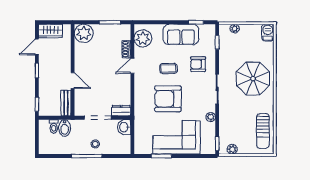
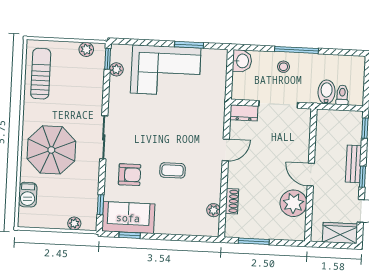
plant: (84, 33) -> (293, 203), moved
barbecue: (268, 33) -> (28, 195), moved
sofa: (181, 34) -> (128, 218), moved
plant: (143, 38) -> (213, 210), width x0.53, depth x0.53
door: (132, 66) -> (226, 150), moved
door: (73, 81) -> (311, 175), moved
armchair: (168, 99) -> (175, 127), removed
bench: (66, 103) -> (353, 164), moved
plant: (211, 117) -> (116, 69), moved
washbasin: (124, 127) -> (242, 61), moved

